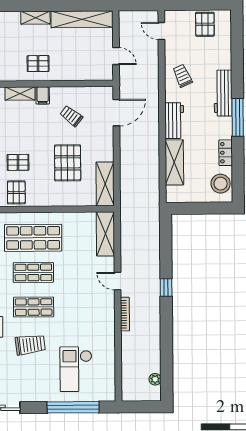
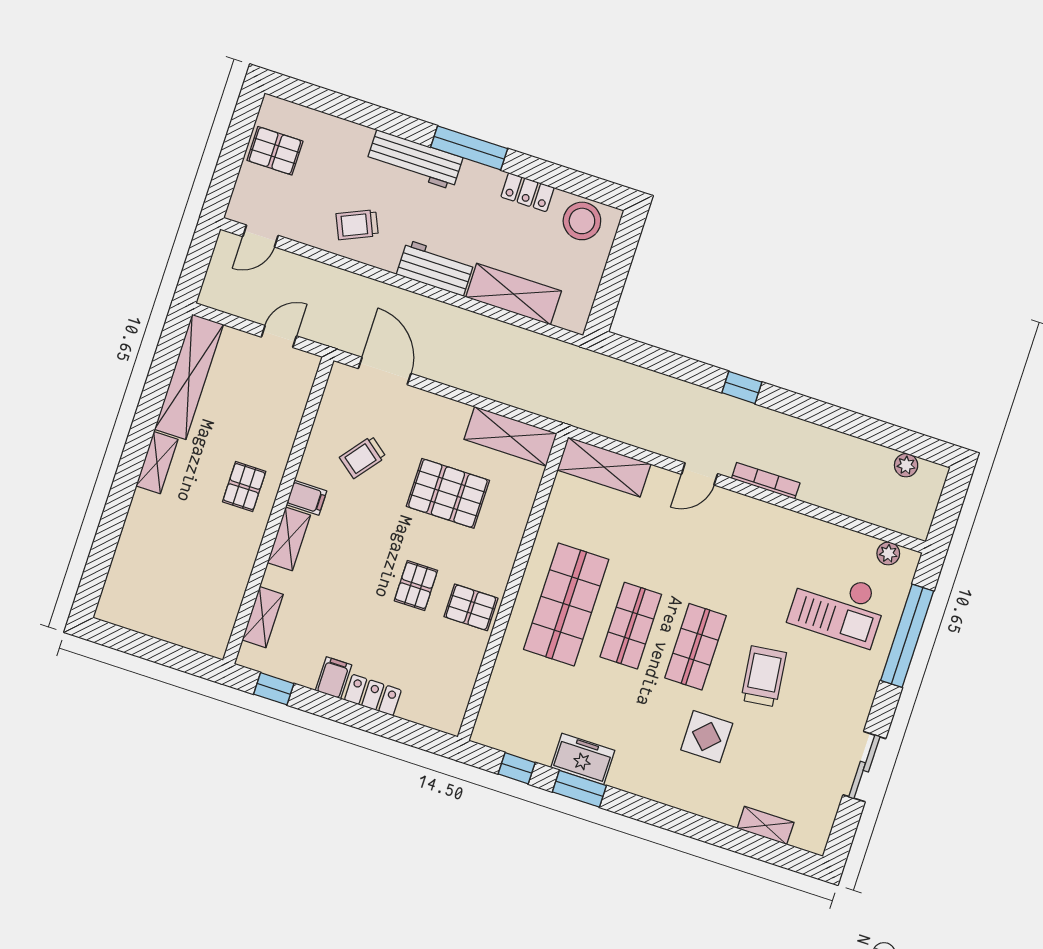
plant: (110, 385) -> (888, 553), added

